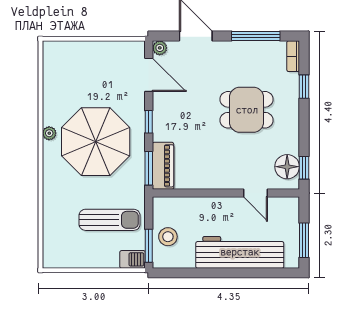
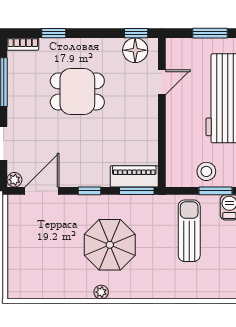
dining table: (247, 110) -> (77, 91), turned 90
parasol: (96, 142) -> (110, 245), width x0.73, depth x0.73

